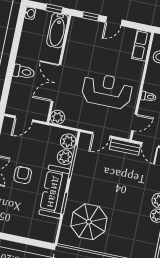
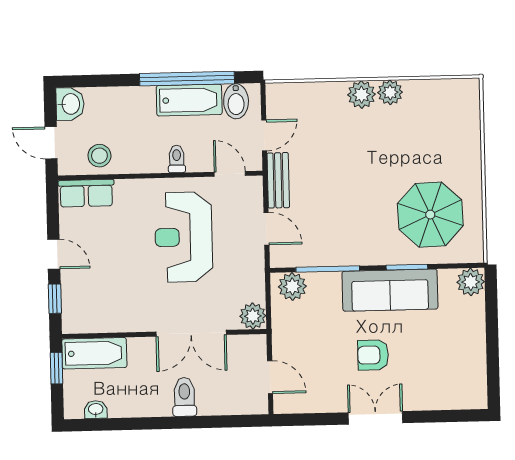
washbasin: (30, 13) -> (96, 410), moved
plant: (65, 157) -> (471, 282), moved

